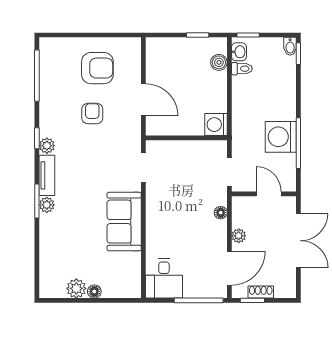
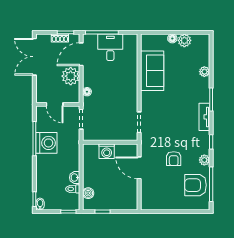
washbasin: (239, 52) -> (75, 178), moved
armchair: (97, 68) -> (196, 185), moved
washing machine: (216, 125) -> (107, 151), moved, turned 90
plant: (47, 146) -> (204, 160), moved
plant: (47, 205) -> (204, 72), moved
sofa: (124, 222) -> (152, 71), moved
plant: (239, 236) -> (71, 76), width x1.87, depth x1.87
double door: (298, 241) -> (34, 57), moved
desk: (164, 278) -> (110, 47), moved

